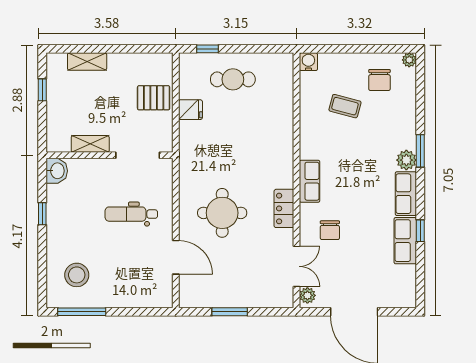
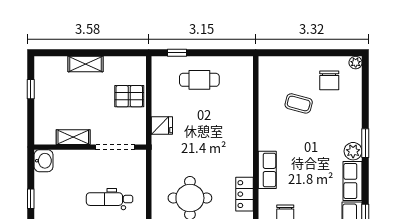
shelving: (87, 61) -> (86, 64), moved
water cooler: (308, 62) -> (266, 64), removed
fridge: (190, 110) -> (162, 126), moved

